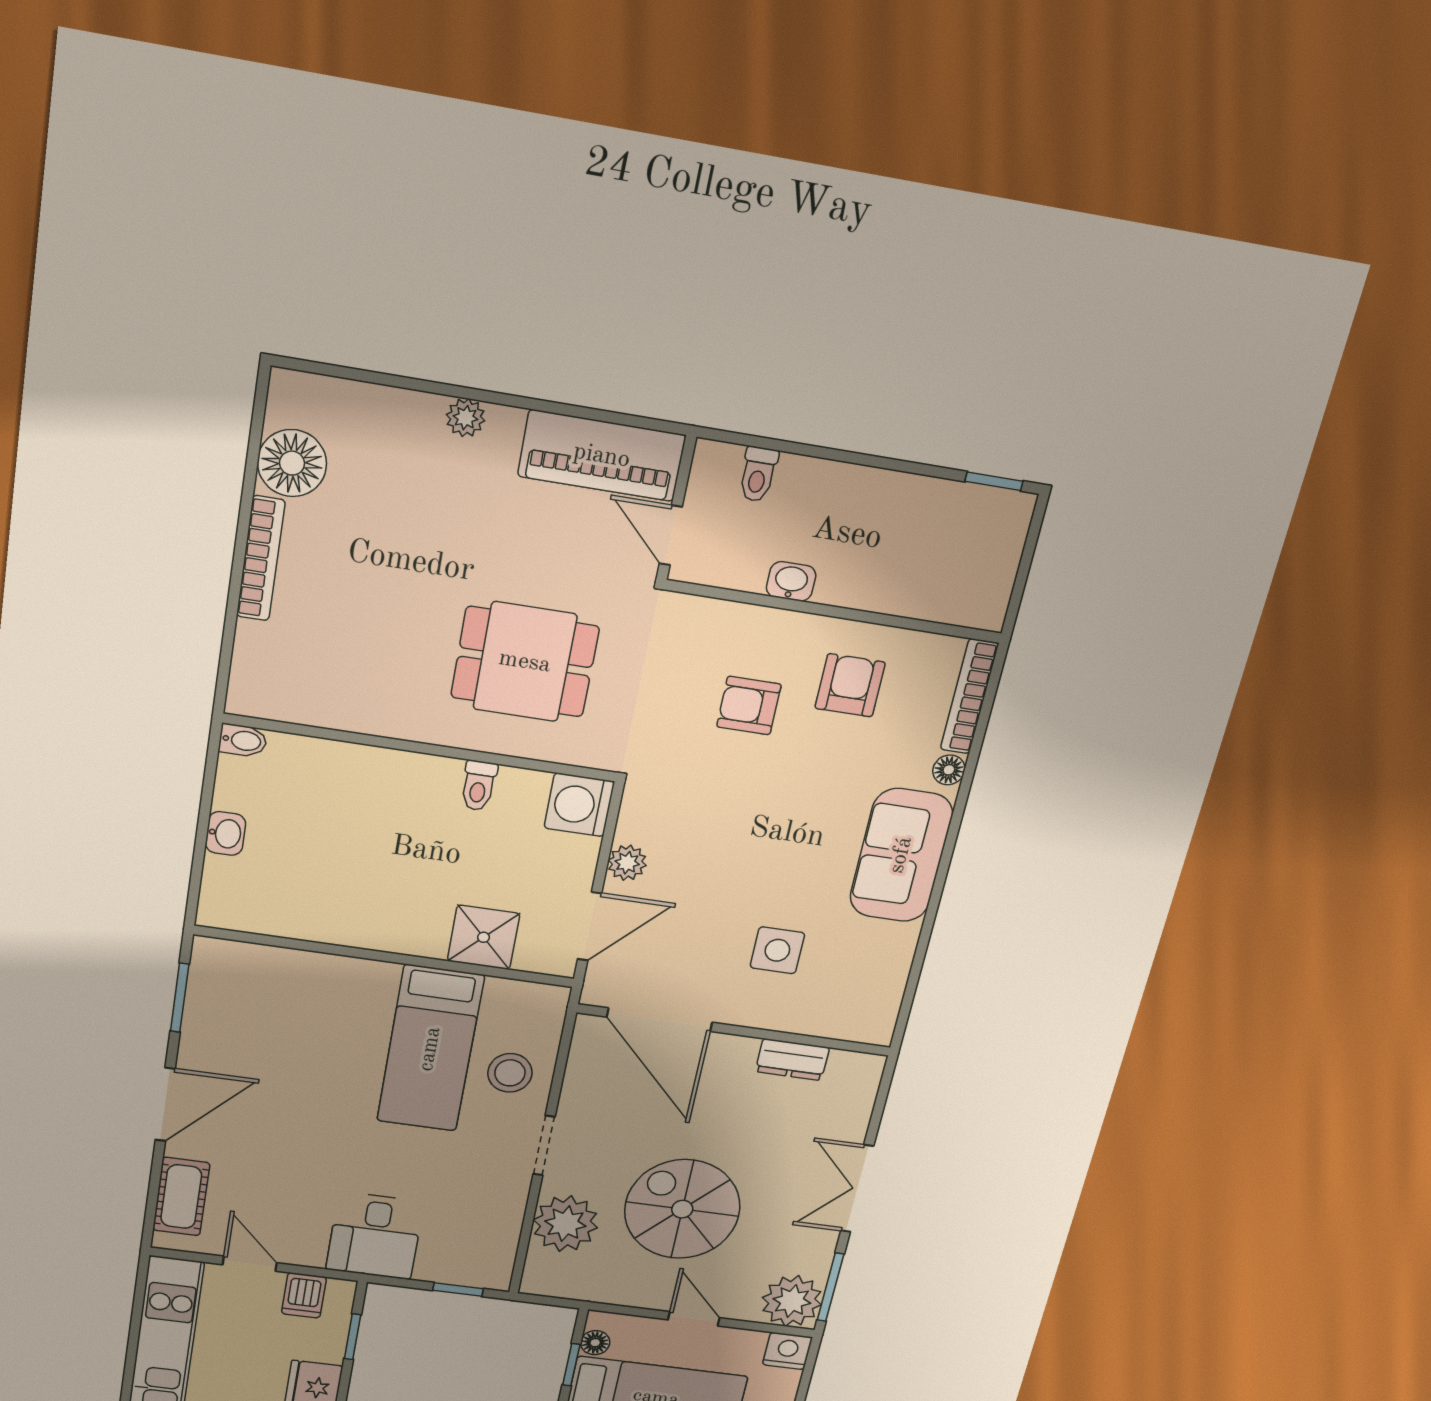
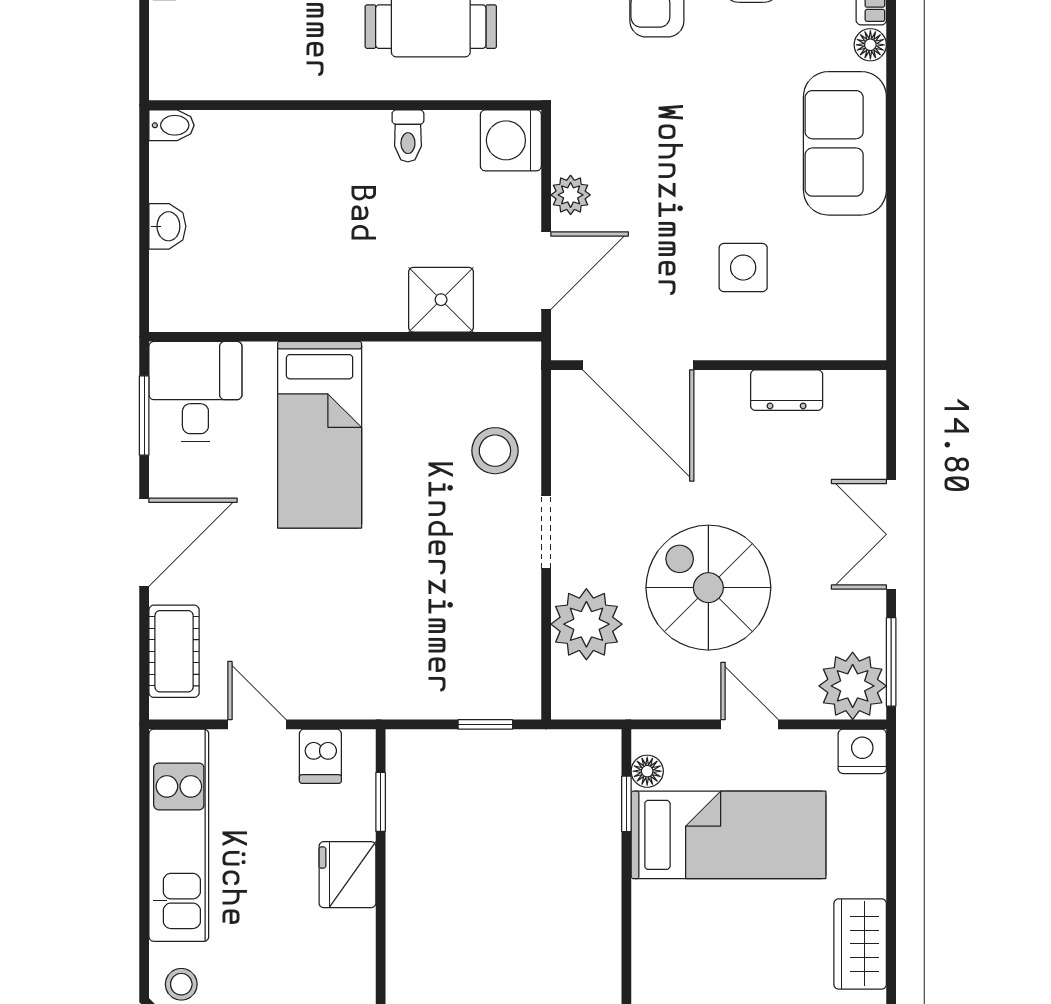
bed: (430, 1049) -> (320, 435), moved
desk: (375, 1236) -> (195, 392), moved, turned 180

